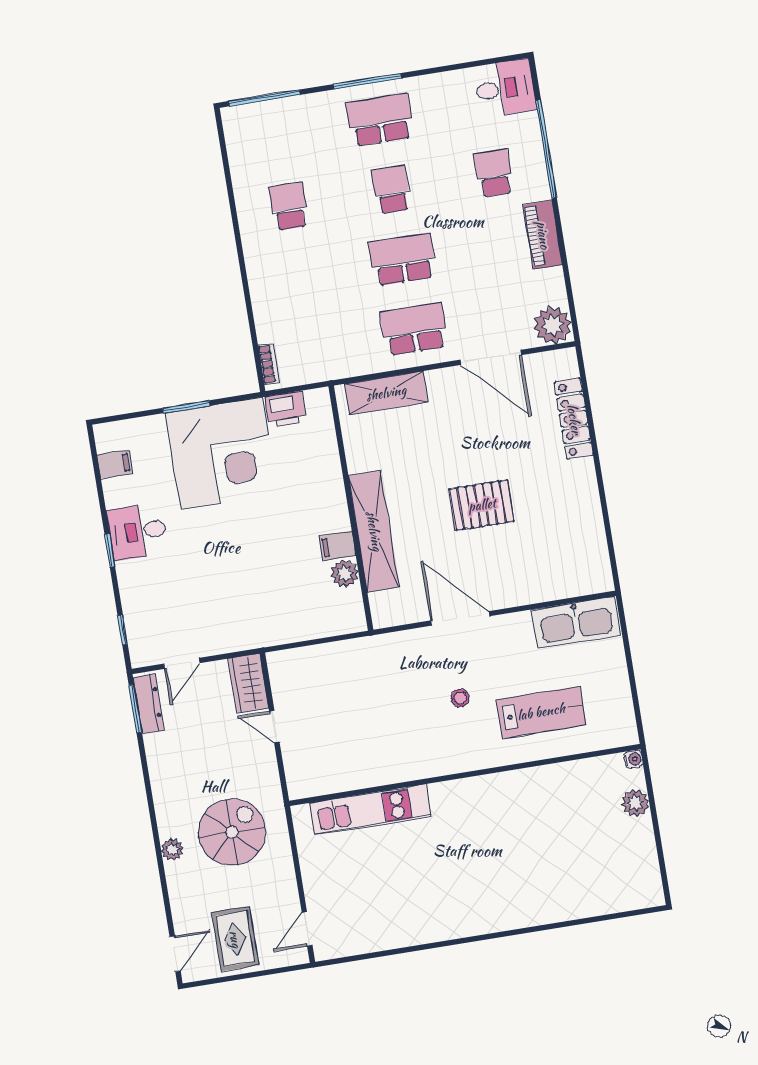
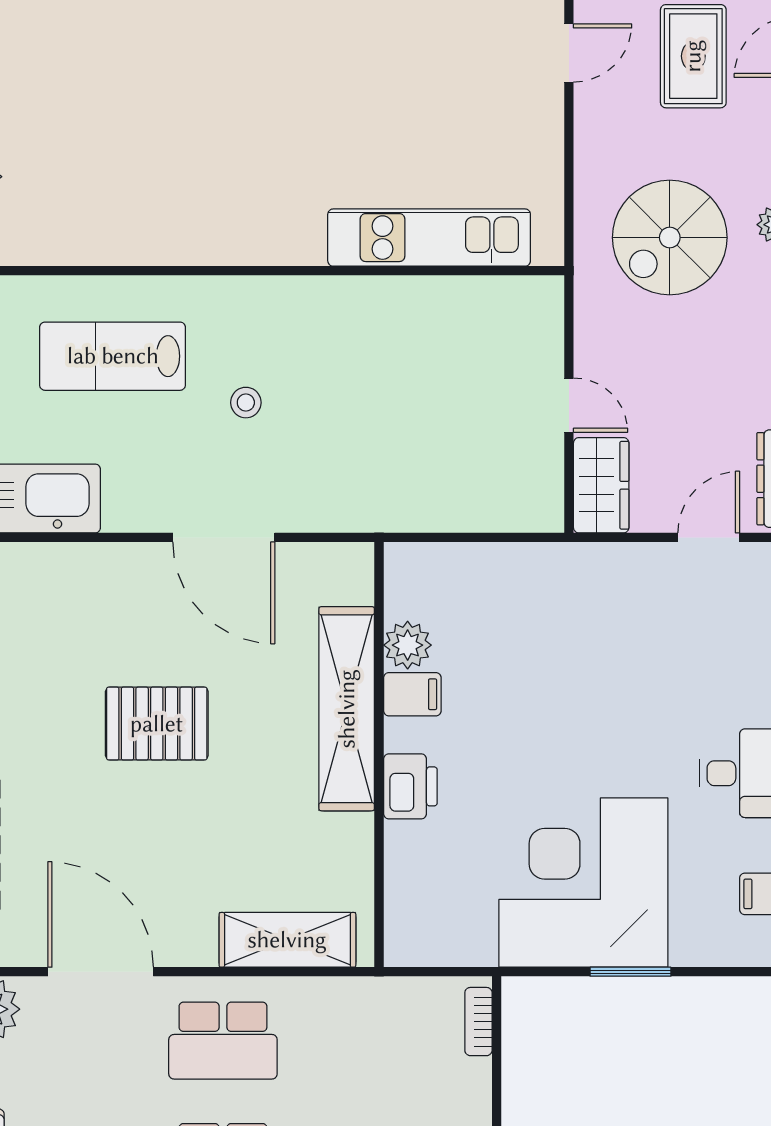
printer: (286, 409) -> (410, 786), moved, turned 90

